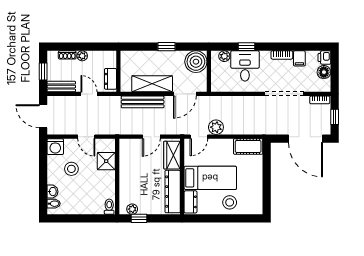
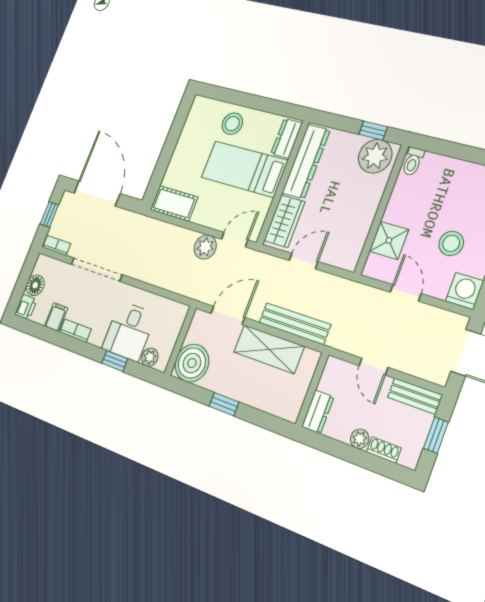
dresser: (110, 79) -> (318, 412), moved
plant: (132, 209) -> (375, 156), width x1.88, depth x1.88

